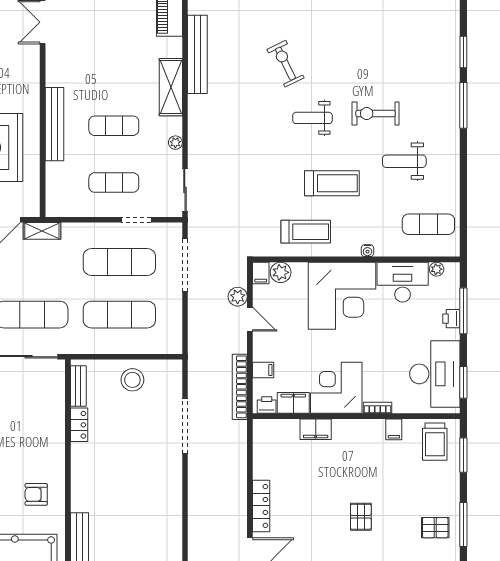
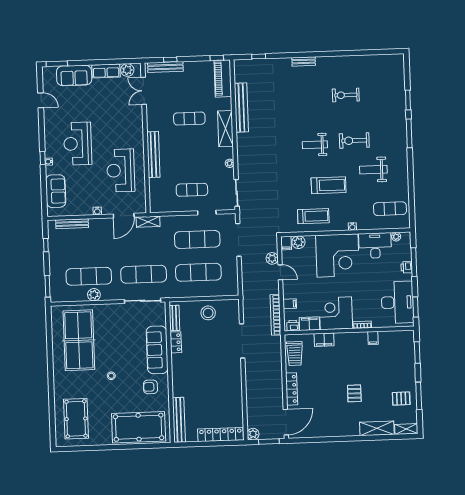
exercise bike: (285, 64) -> (346, 95), moved, turned -64
exercise mat: (114, 126) -> (189, 119), moved
sofa: (49, 436) -> (157, 350), added
trolley: (435, 442) -> (295, 354), moved

